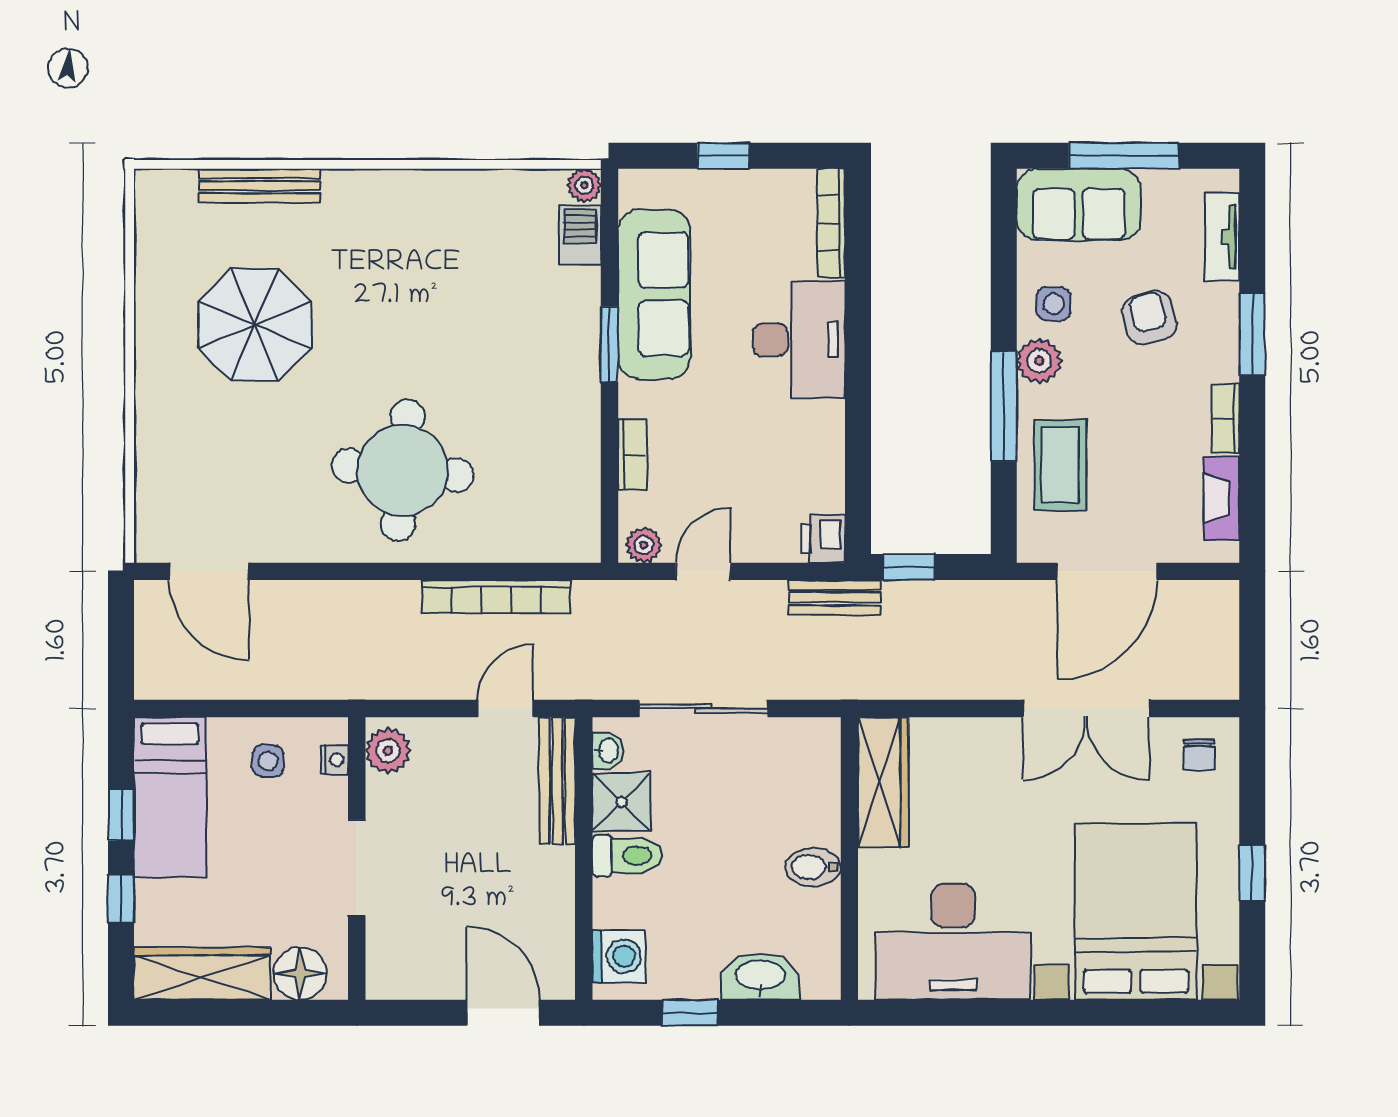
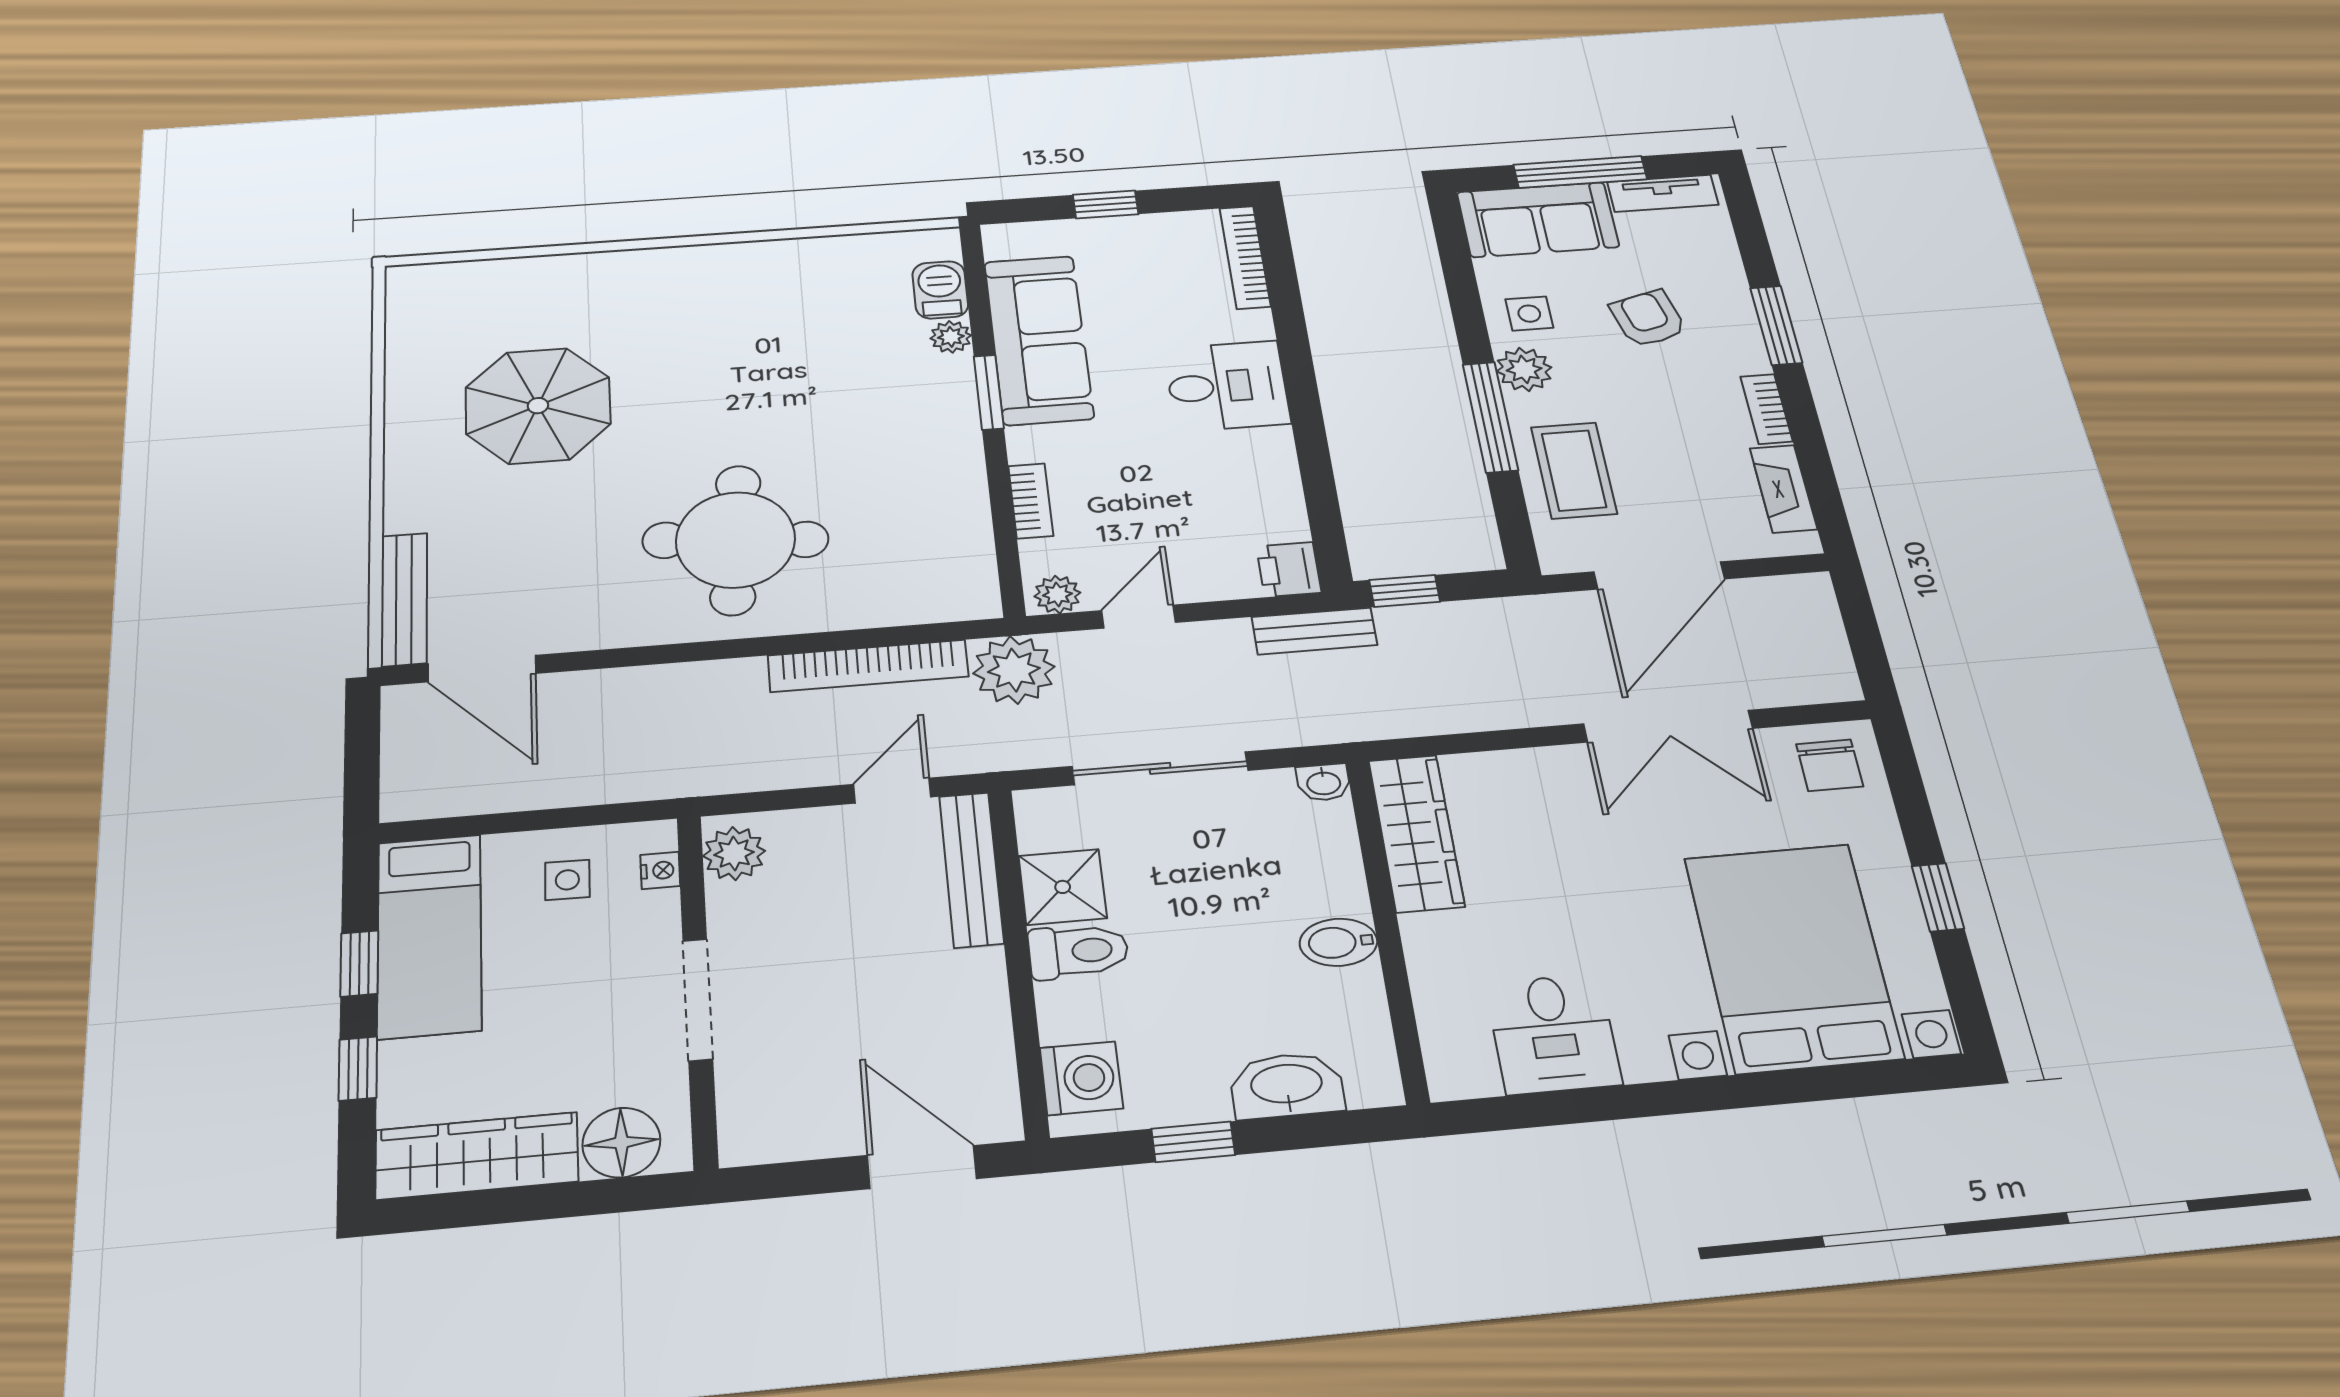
plant: (584, 185) -> (951, 337), moved
bench: (260, 186) -> (404, 599), moved, turned 90
tv unit: (1222, 237) -> (1663, 193), moved, turned -90
desk: (799, 340) -> (1227, 386), width x0.73
plant: (604, 611) -> (1014, 670), added
washbasin: (608, 750) -> (1324, 782), moved, turned 90
chair: (1199, 754) -> (1830, 765), width x1.37, depth x1.37
desk: (953, 942) -> (1553, 1034), width x0.53, depth x0.77

